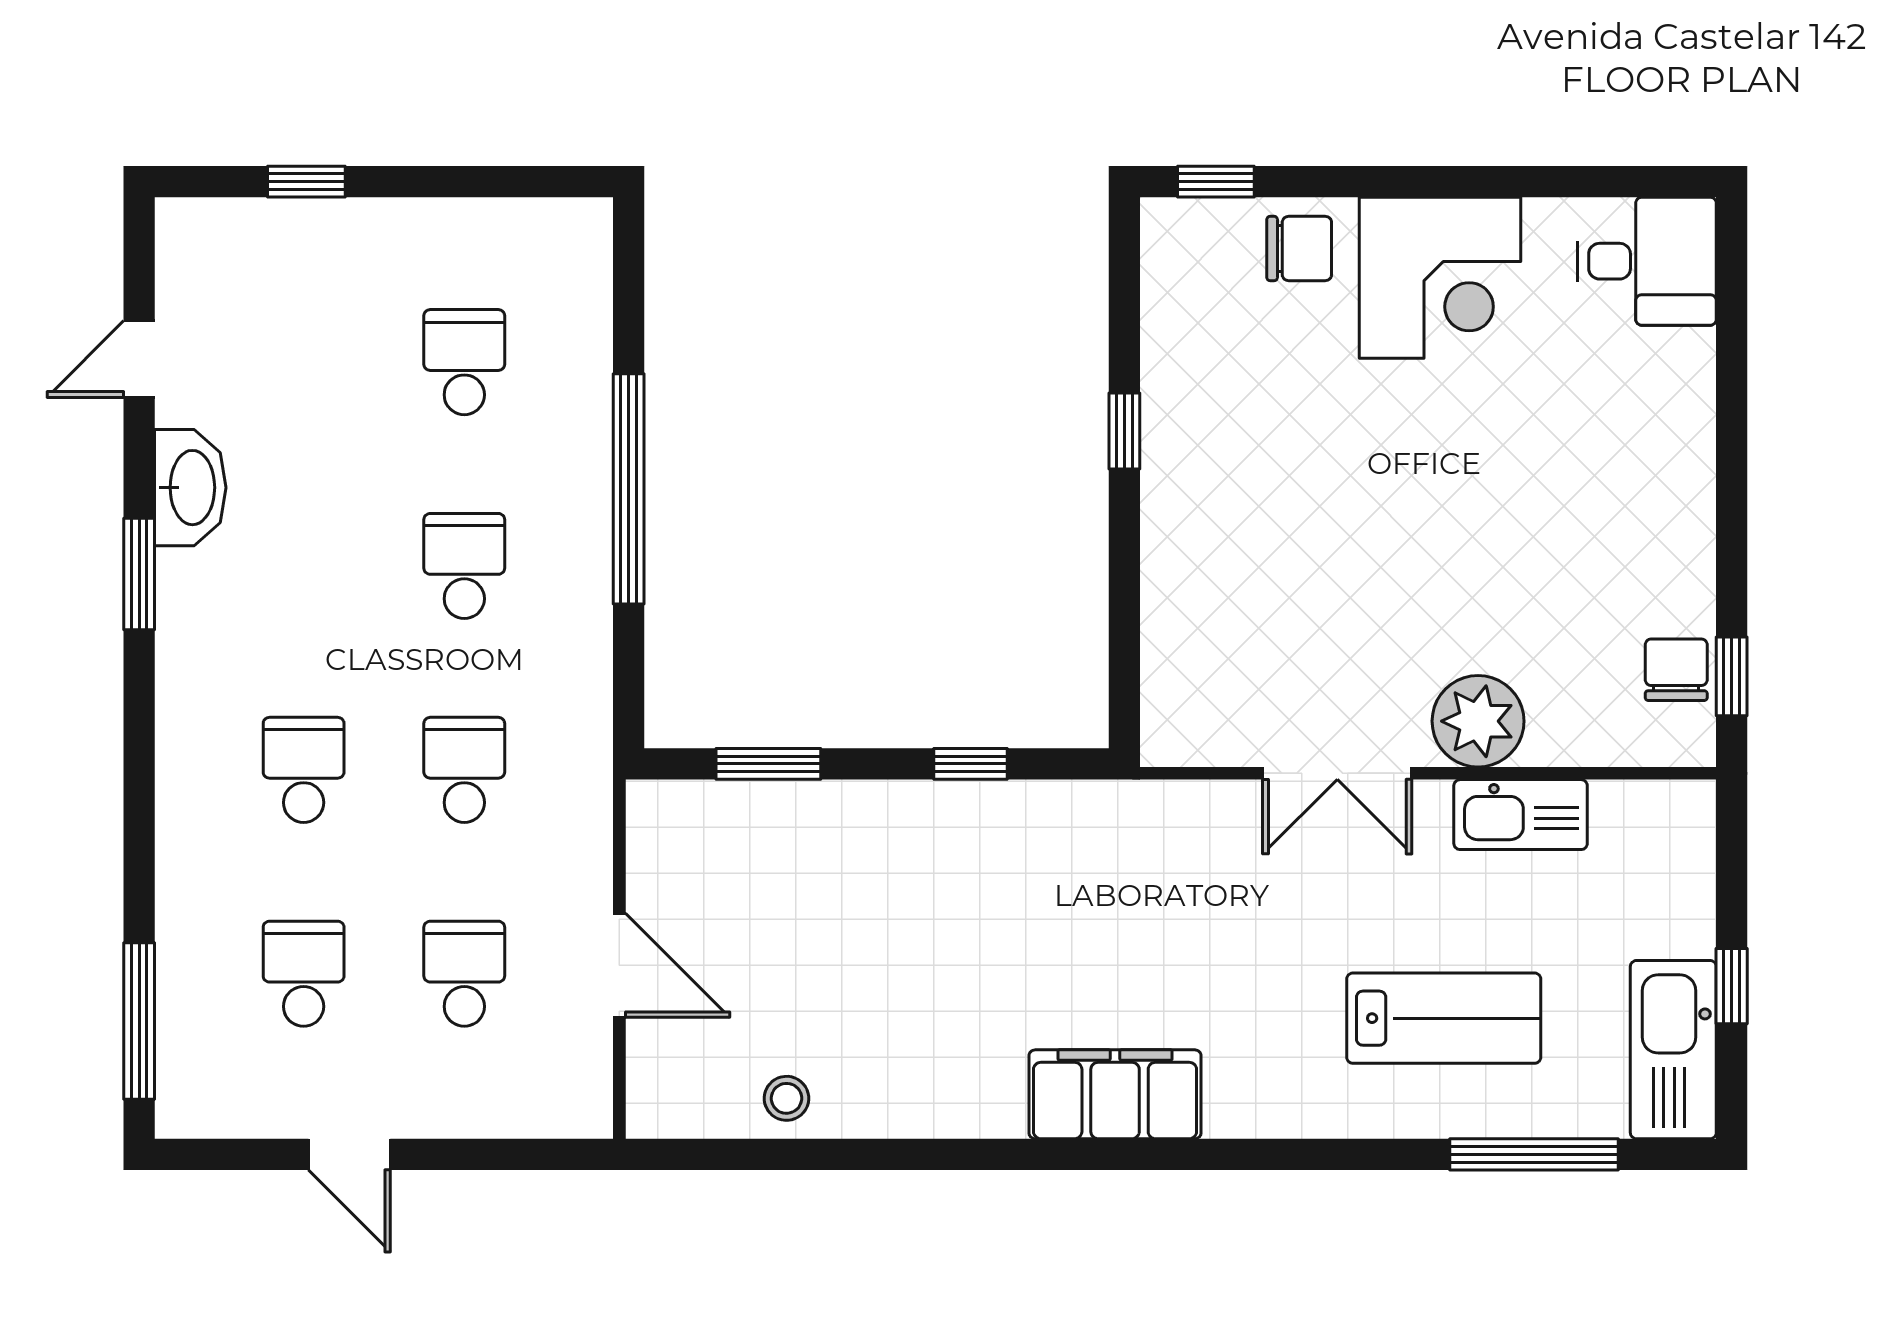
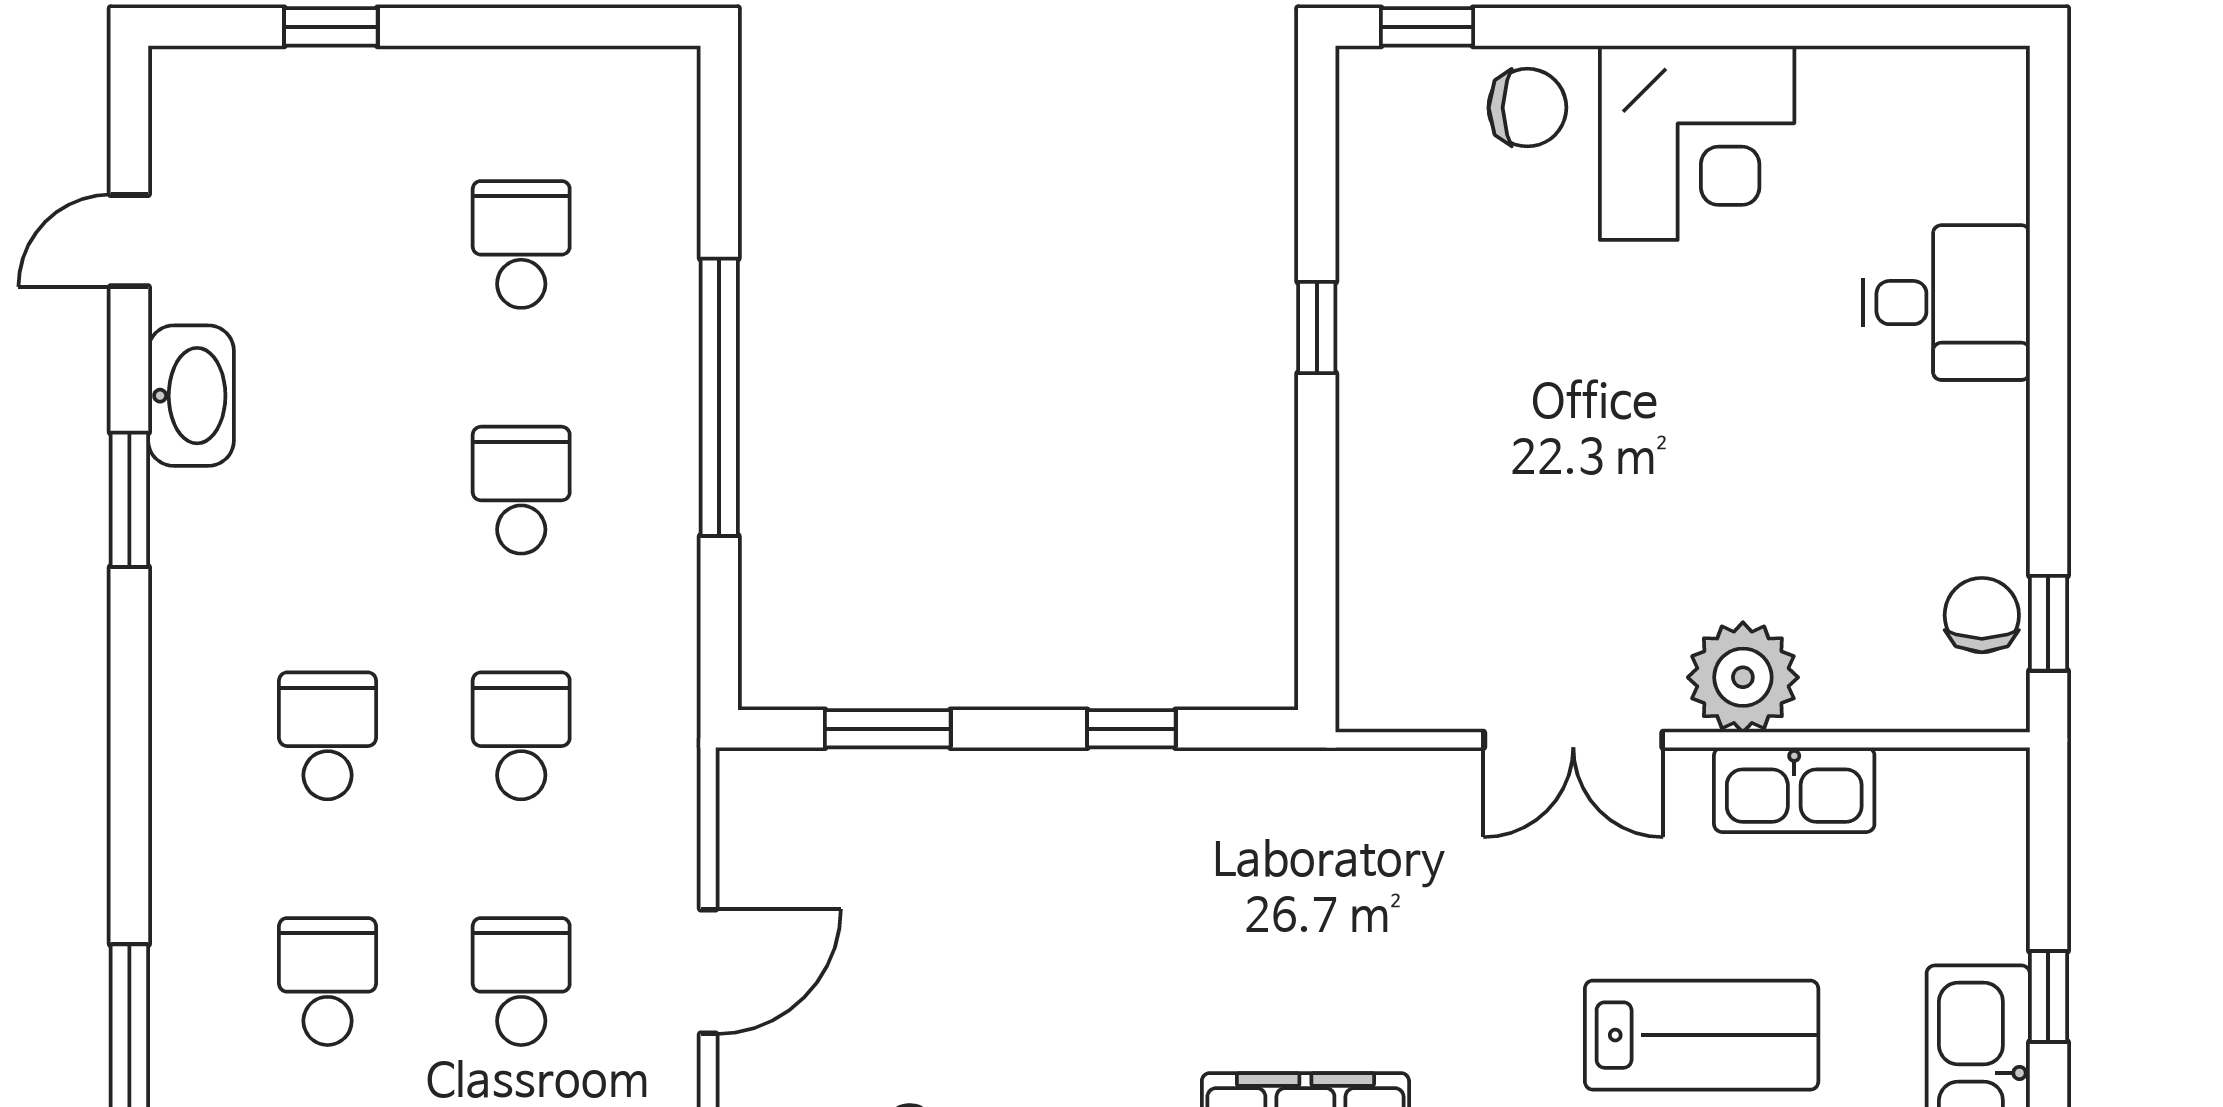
desk: (1647, 261) -> (1946, 303), moved
door: (619, 965) -> (708, 972), hinge flipped

